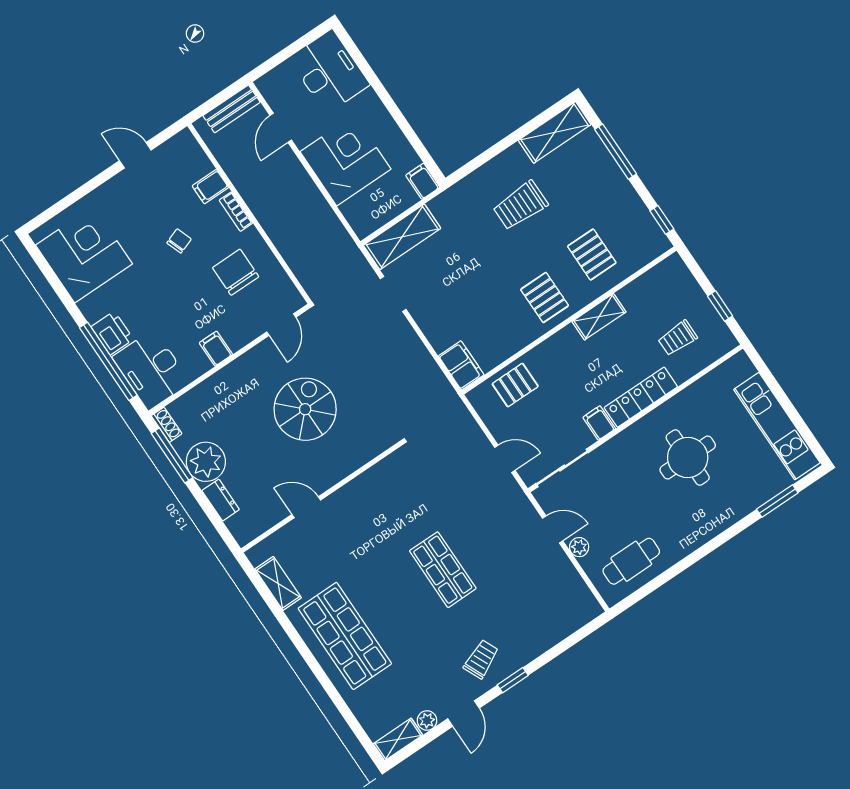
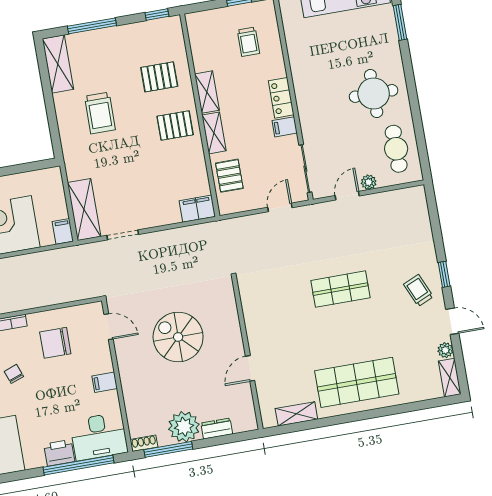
filing cabinet: (423, 181) -> (63, 231), moved, turned 90
shelving: (556, 346) -> (214, 133), added
locker: (641, 397) -> (281, 98), width x0.66
round table: (688, 458) -> (374, 93), moved

